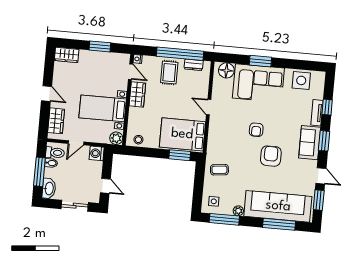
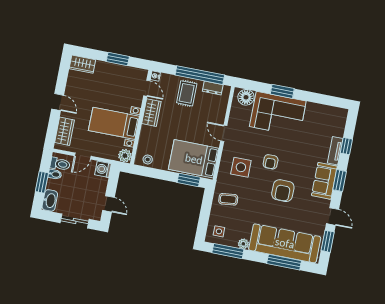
side table: (301, 80) -> (241, 167), moved
armchair: (271, 156) -> (283, 191), turned 180
window: (39, 172) -> (42, 182), width x0.69

